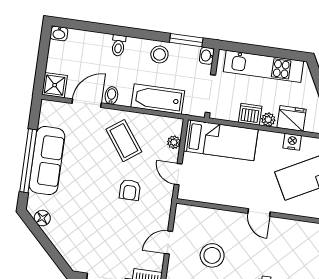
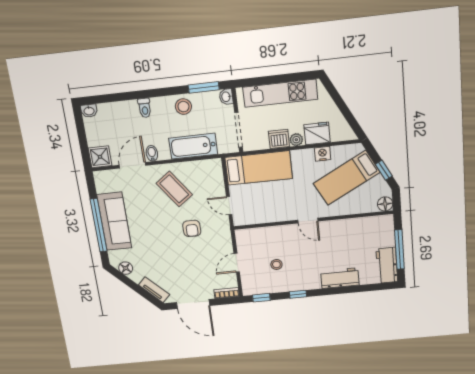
plant: (174, 142) -> (218, 180), removed
tv unit: (66, 252) -> (154, 290), added
stool: (212, 255) -> (276, 264), width x0.53, depth x0.53

